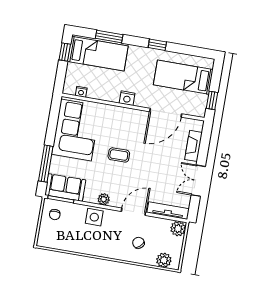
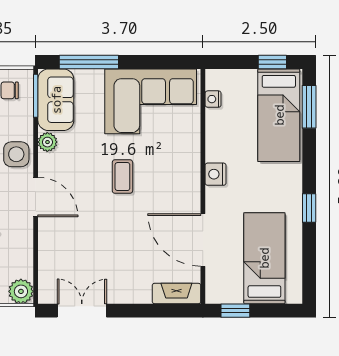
window: (109, 37) -> (309, 107), moved
fireplace: (194, 146) -> (176, 294), moved
double door: (198, 181) -> (82, 311), moved
plant: (104, 199) -> (47, 142), moved
tv unit: (168, 211) -> (47, 271), removed
door: (134, 212) -> (36, 197), moved

